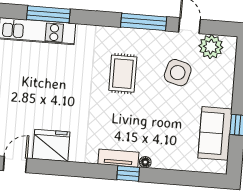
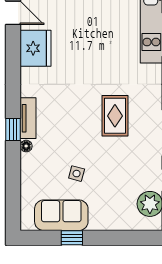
side table: (178, 73) -> (77, 174), moved, width x0.54, depth x0.54
rug: (123, 74) -> (115, 116), turned 90

